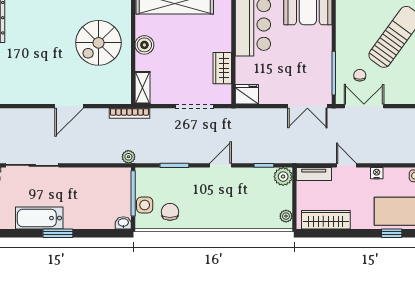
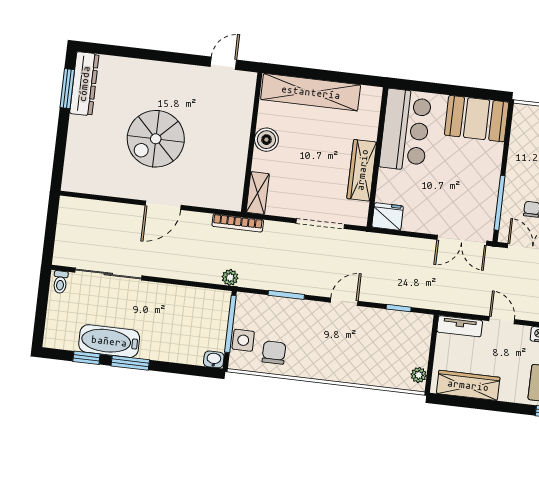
spiral stairs: (98, 43) -> (156, 139), moved
wardrobe: (222, 68) -> (362, 170), width x1.50
plant: (283, 177) -> (421, 325), removed
window: (23, 233) -> (86, 358), added

